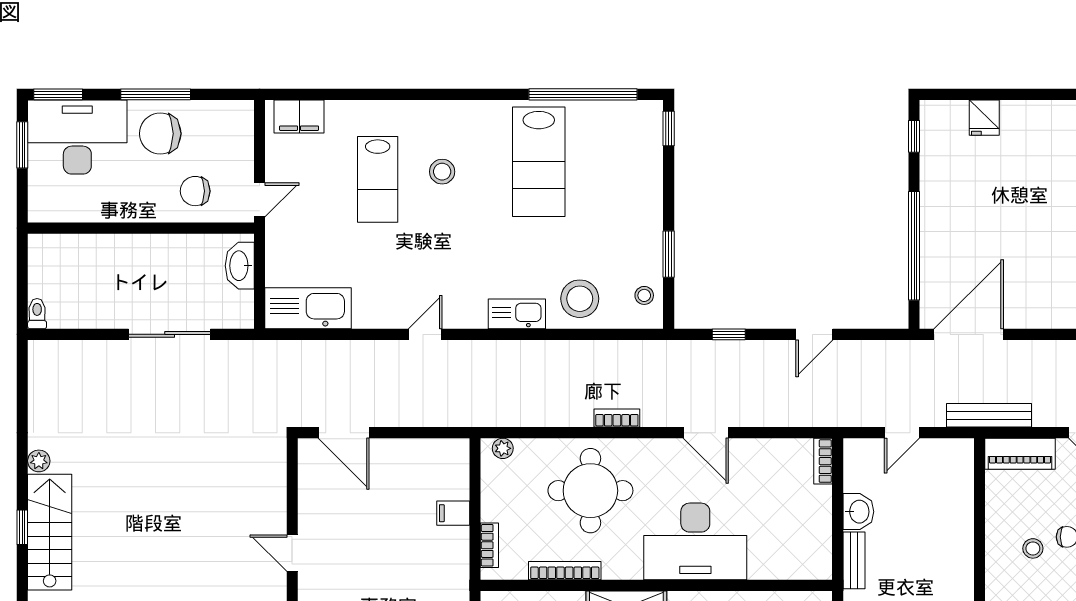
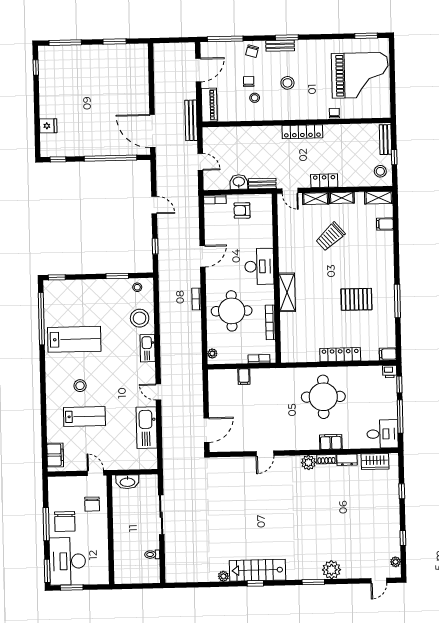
kitchen sink: (308, 308) -> (147, 428), moved
toilet: (37, 314) -> (152, 554), moved
armchair: (799, 517) -> (242, 210), added
desk: (695, 541) -> (259, 266), width x0.73, depth x0.77

